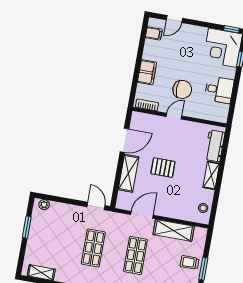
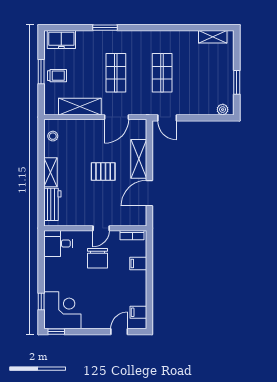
filing cabinet: (147, 72) -> (138, 264), width x0.50
chair: (182, 89) -> (97, 258), turned -90
desk: (219, 90) -> (58, 244), moved

